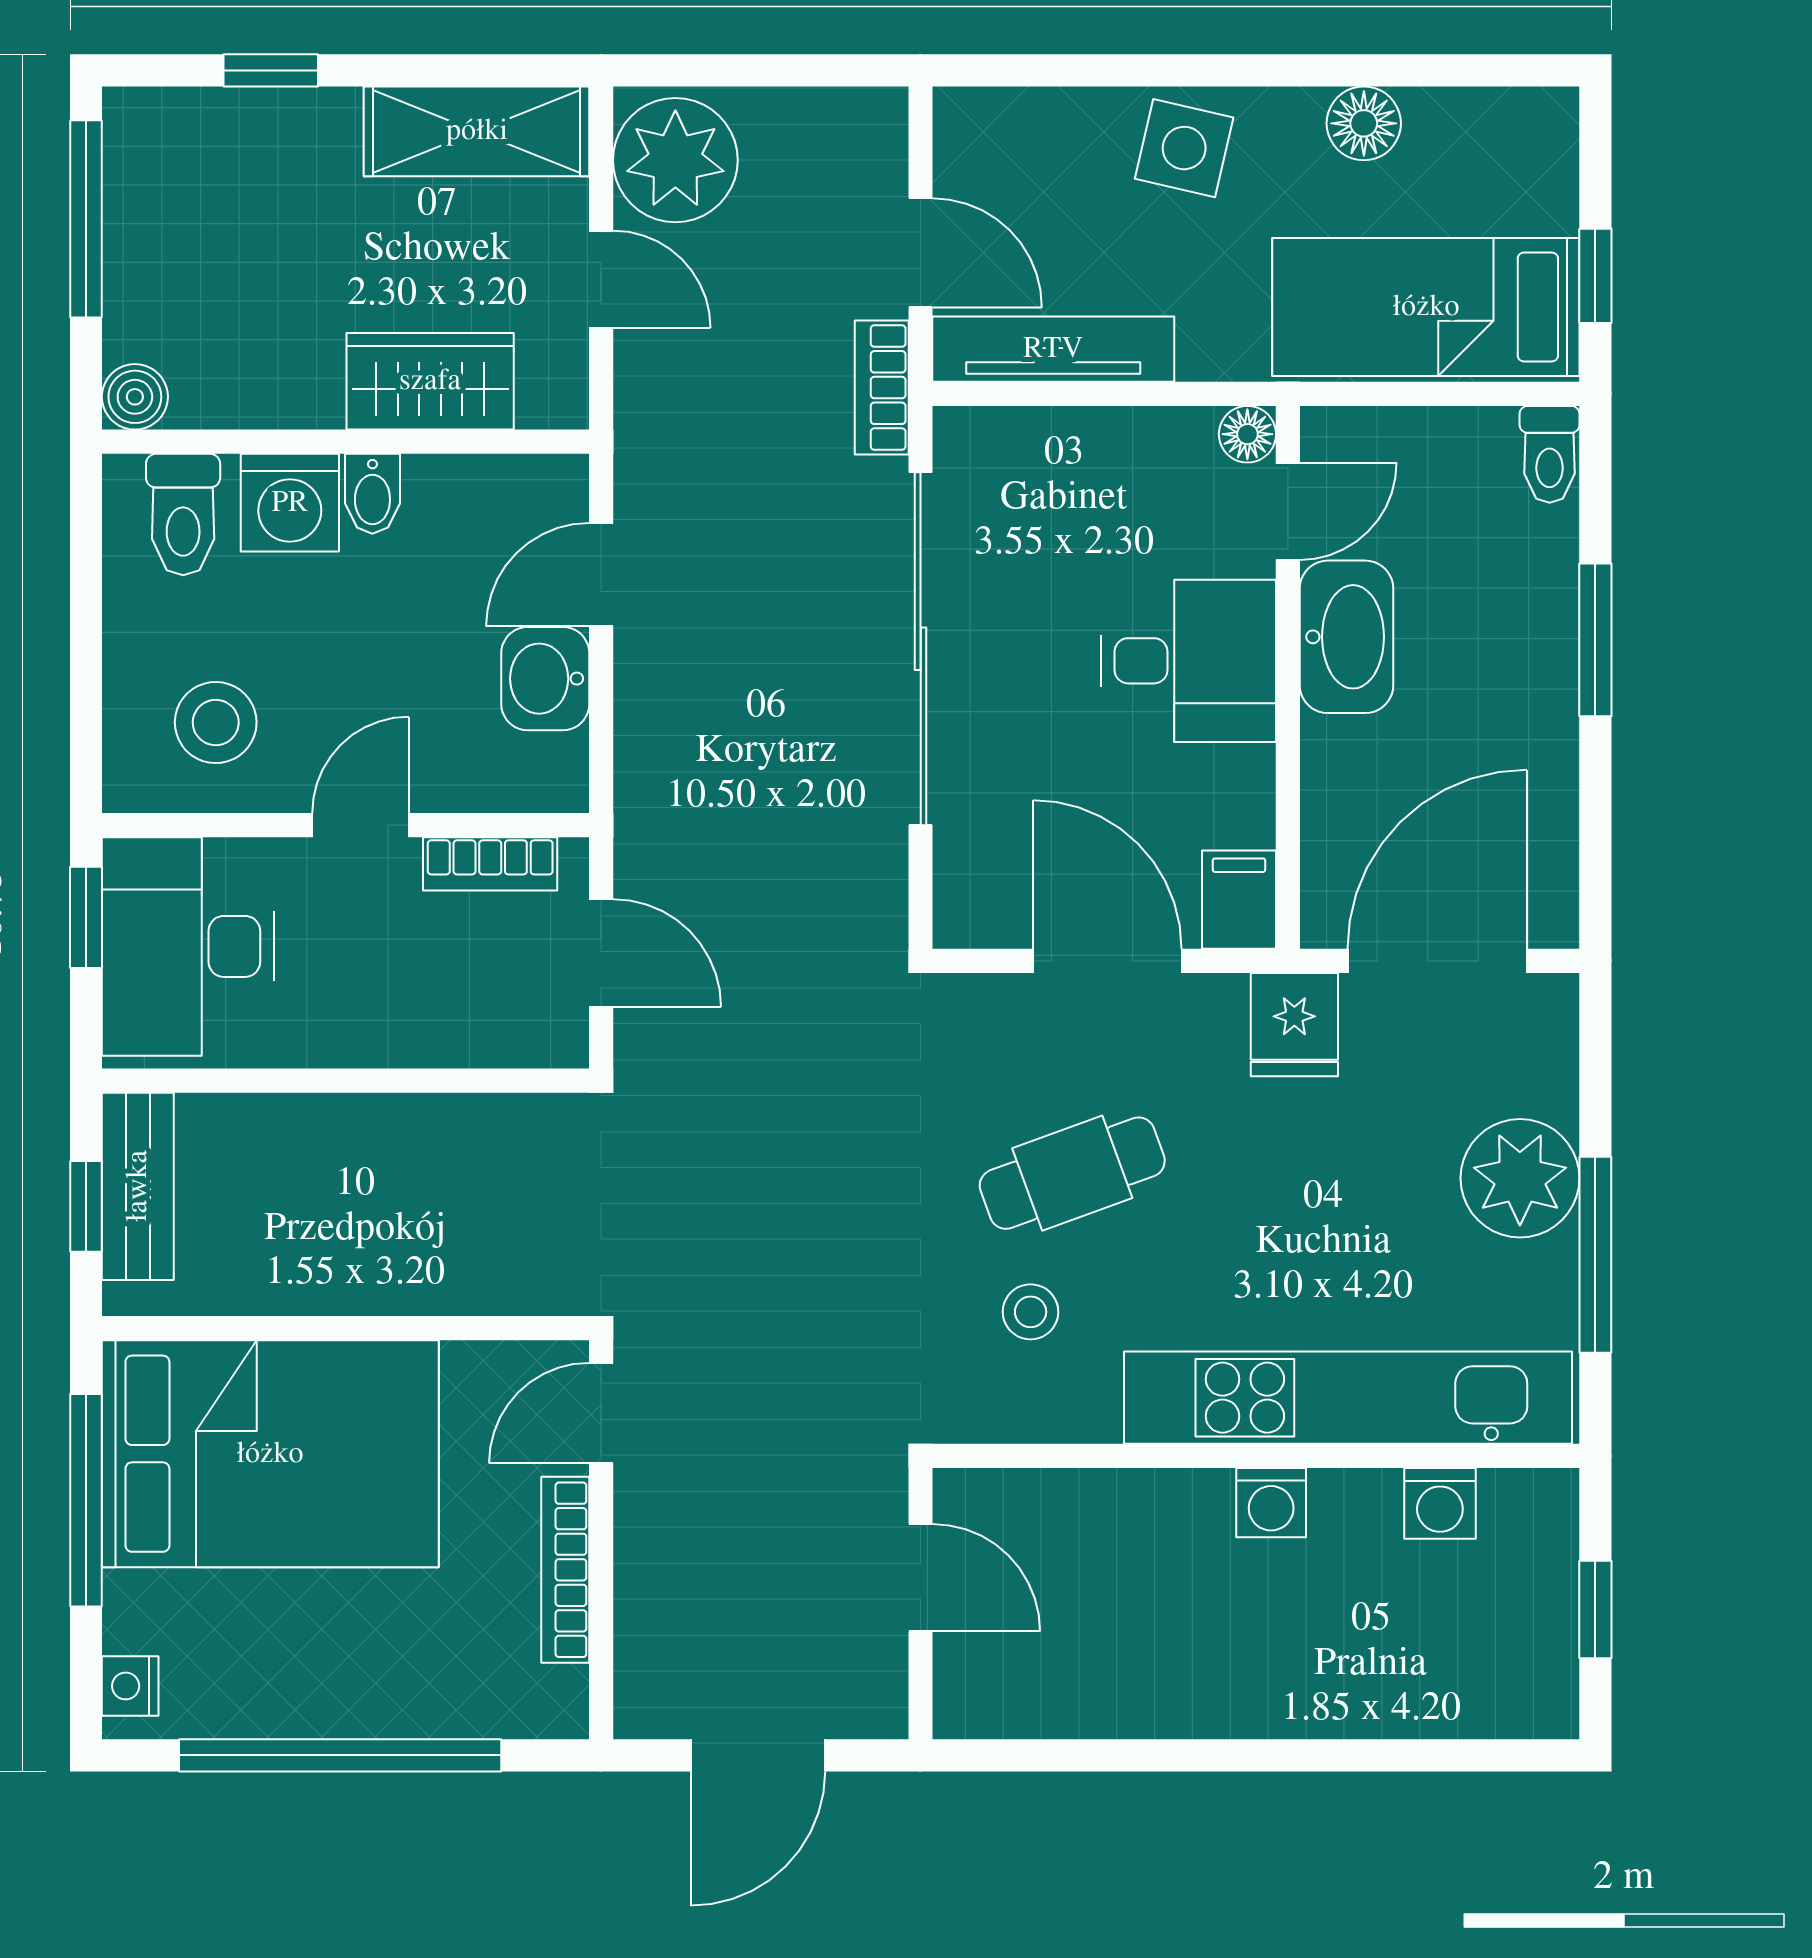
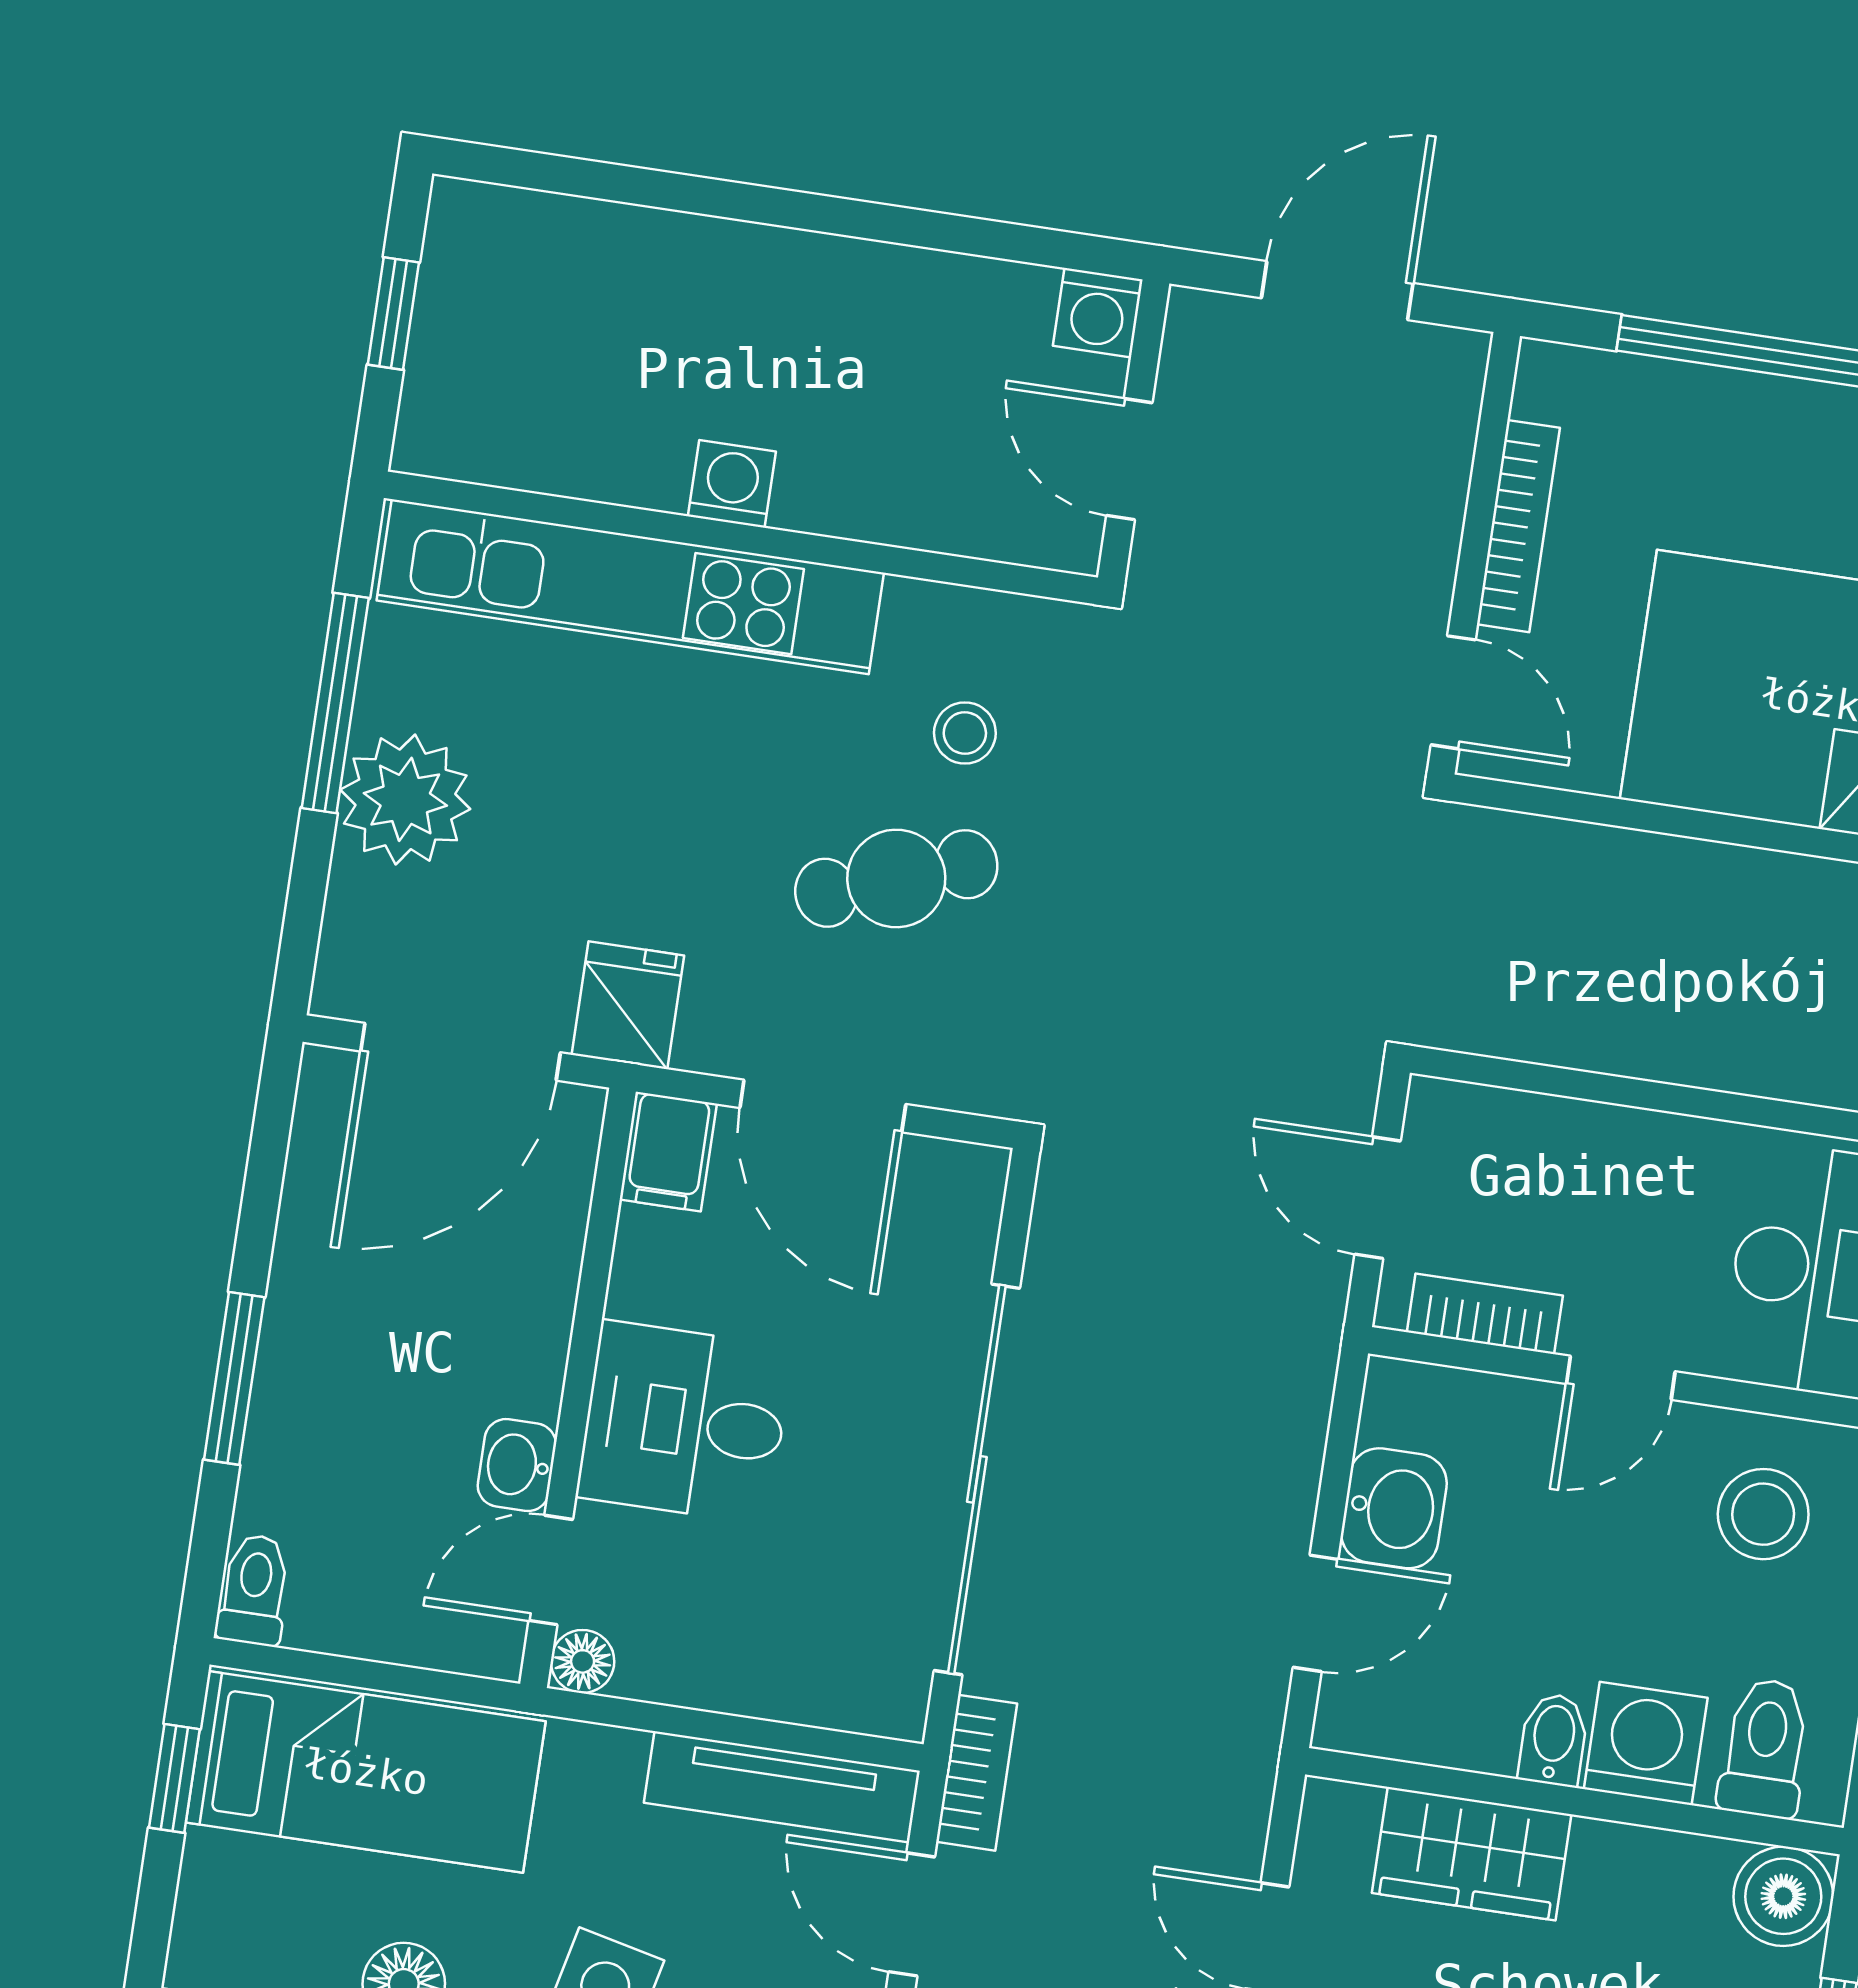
boiler: (135, 397) -> (1783, 1896), width x1.36, depth x1.36
washbasin: (1346, 637) -> (517, 1465), width x0.52, depth x0.69
door: (601, 1413) -> (1453, 692), hinge flipped
washing machine: (1440, 1503) -> (1098, 313), moved, turned 180

